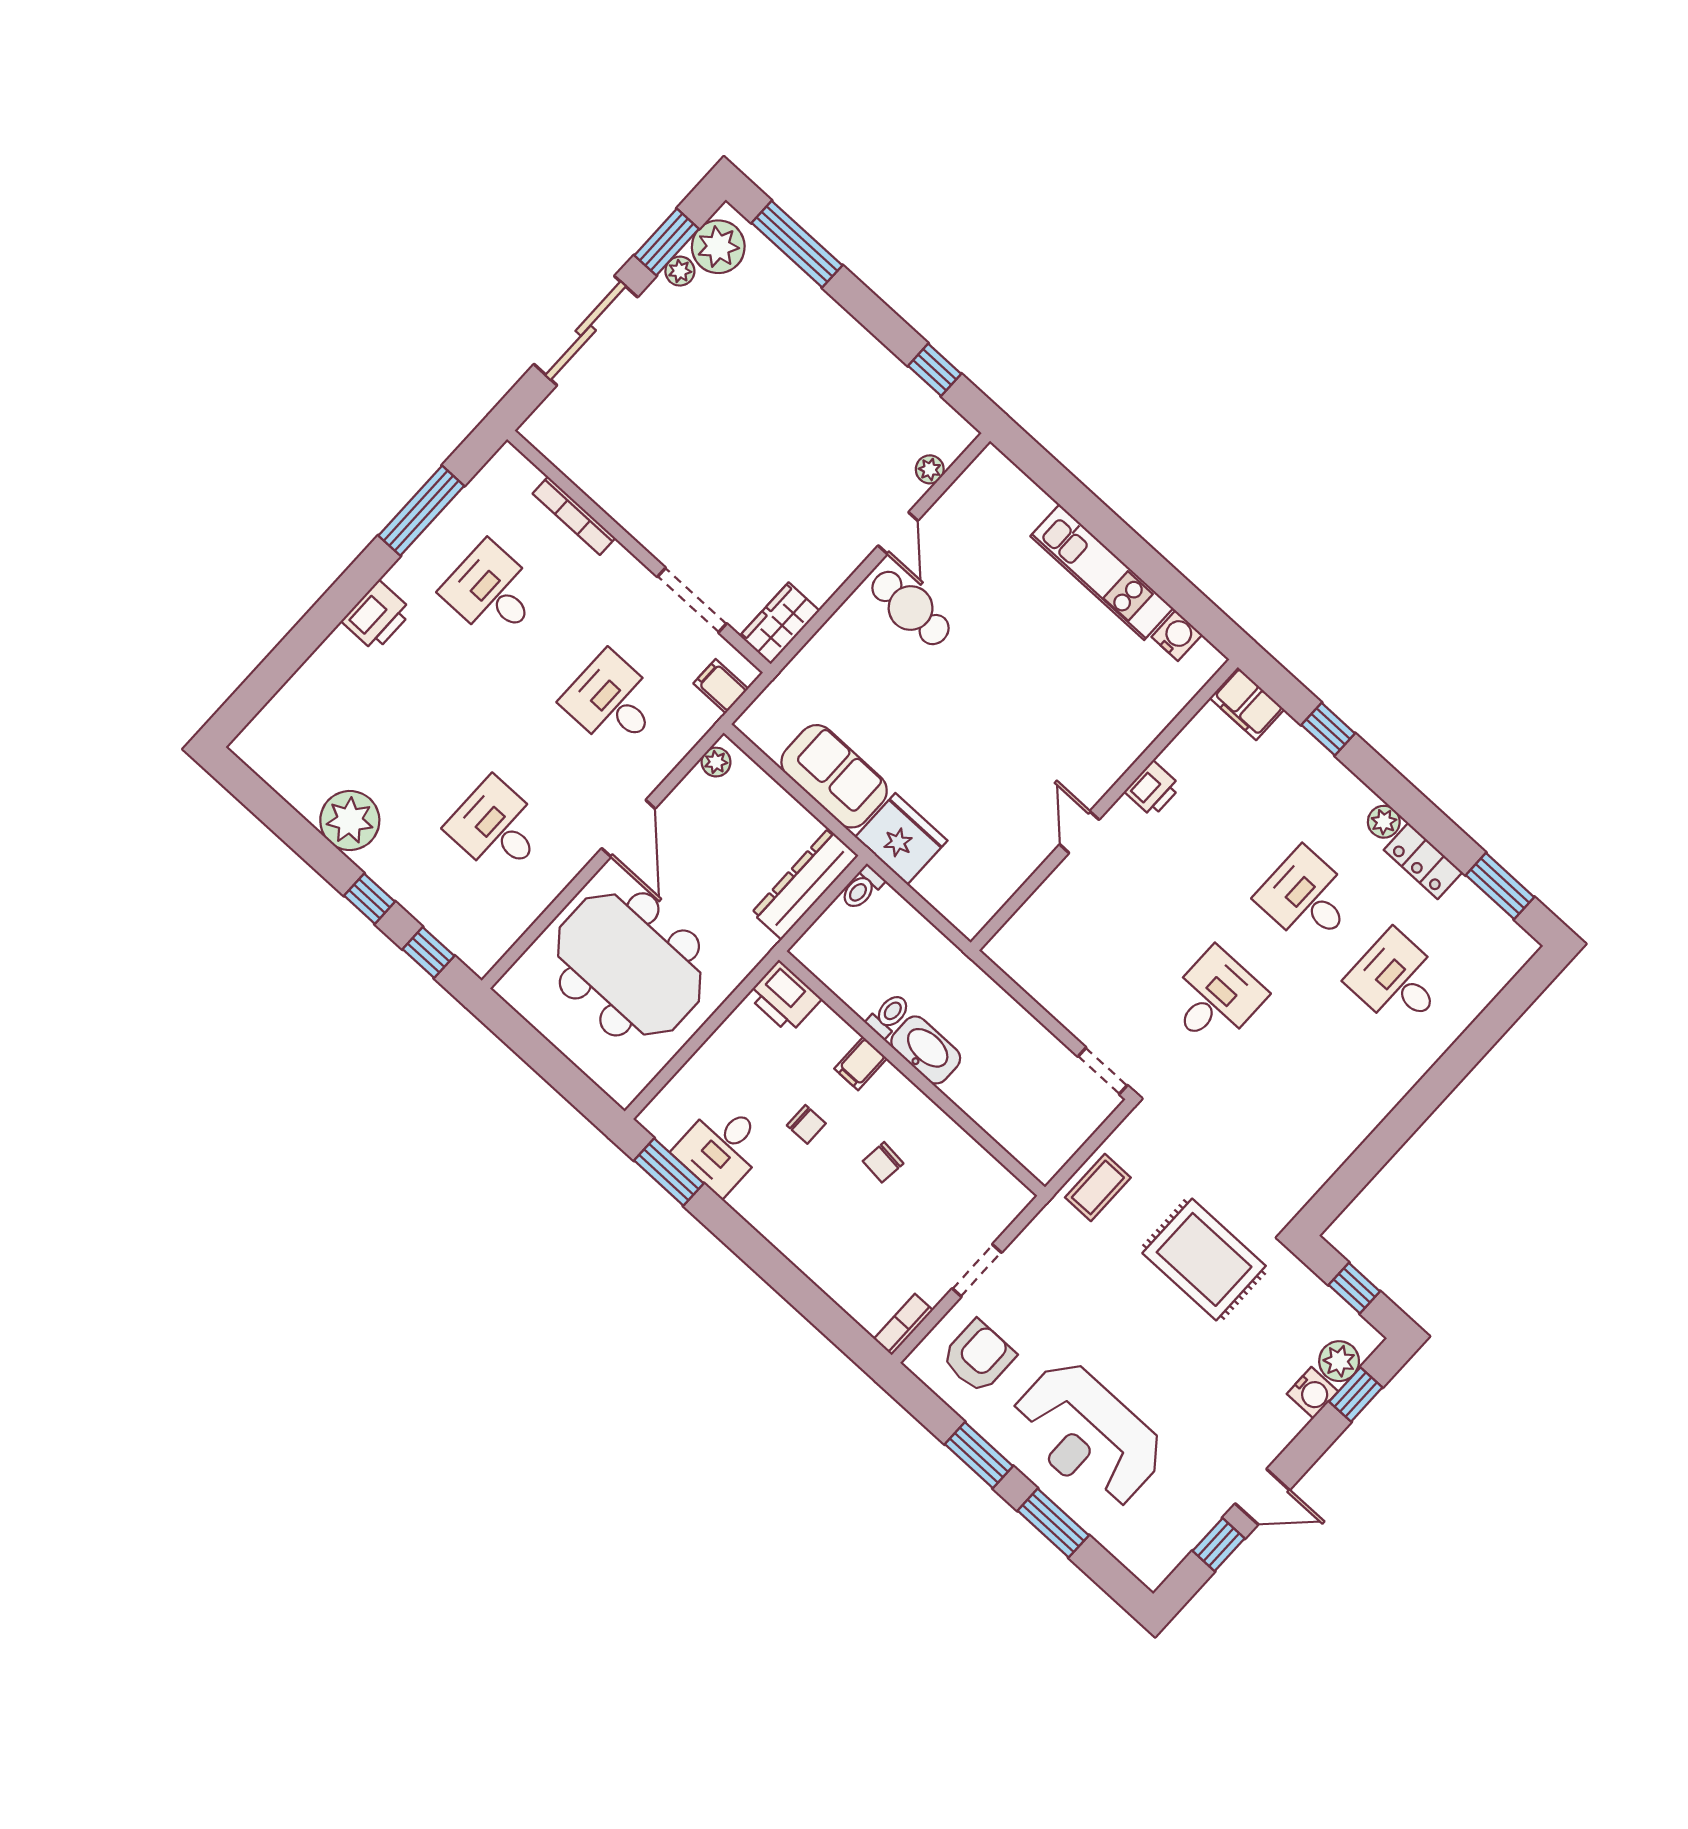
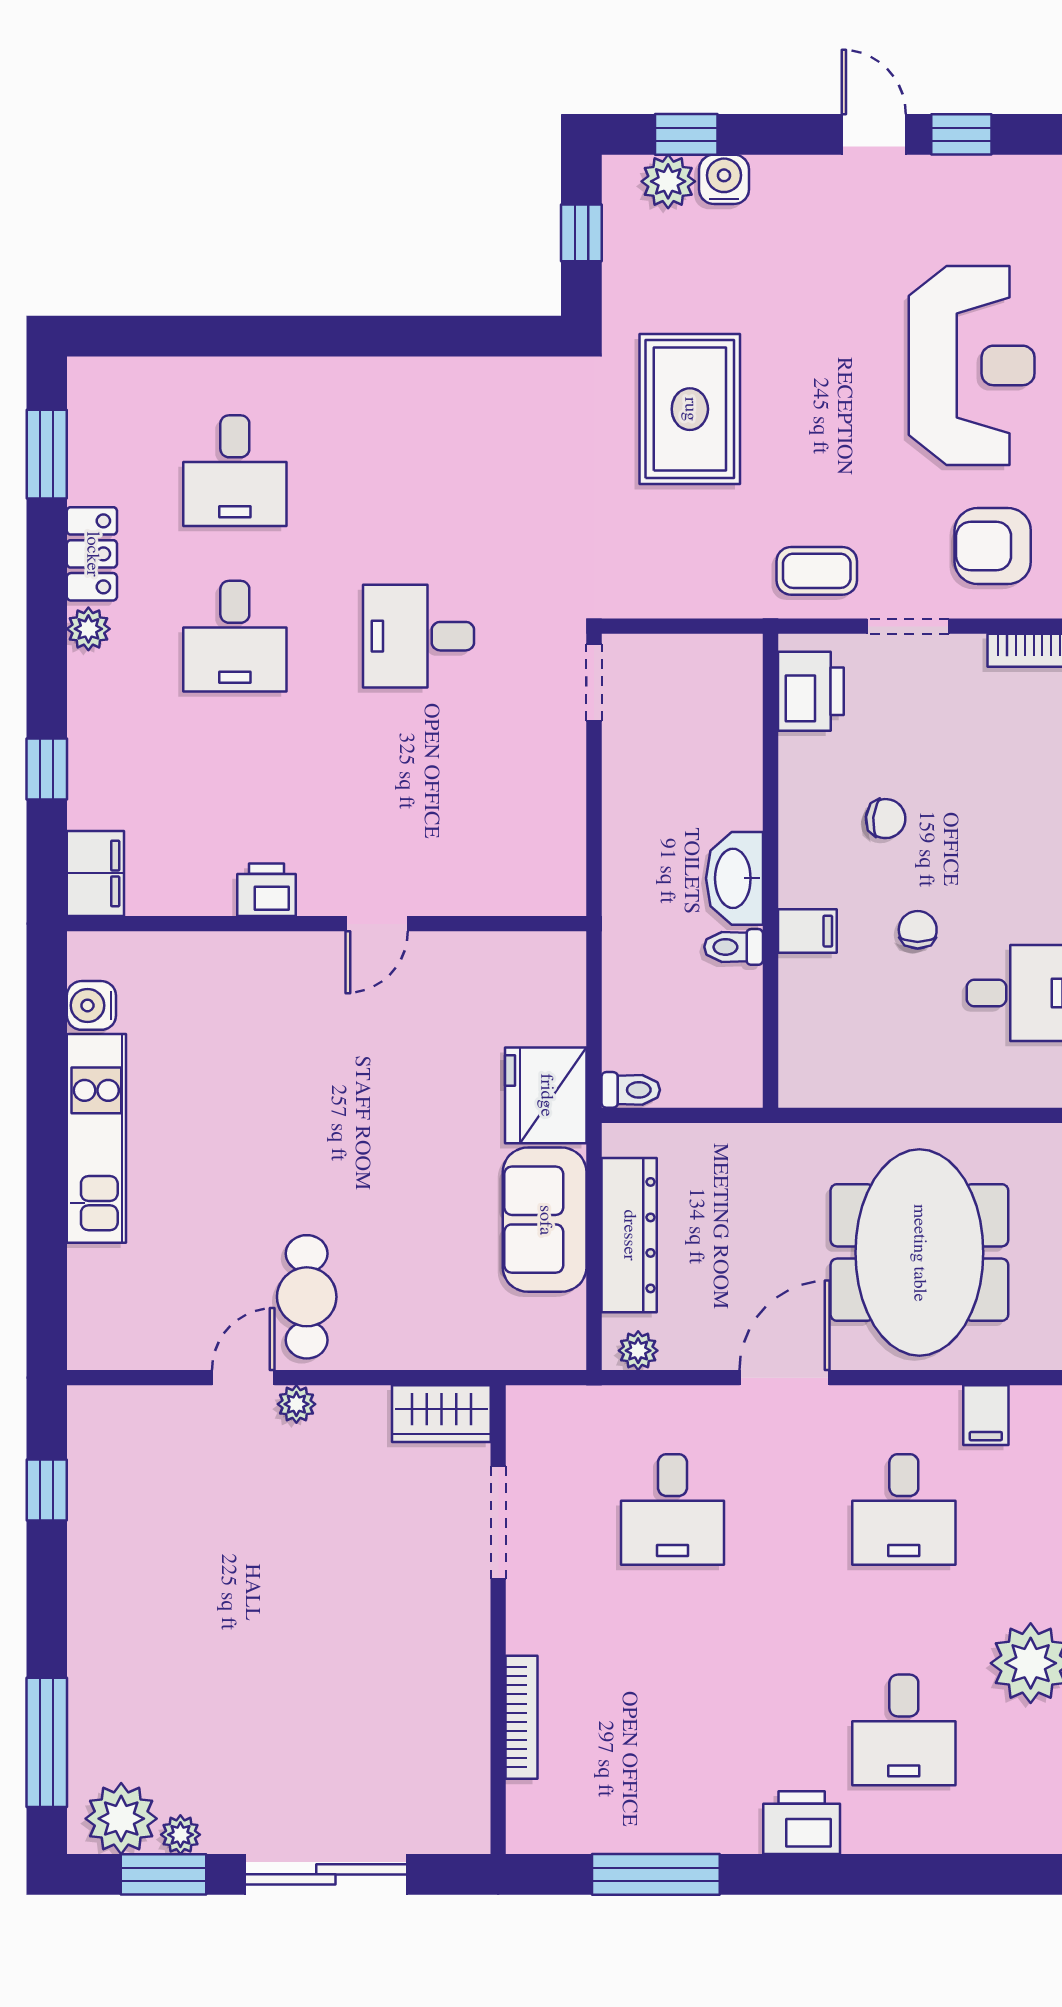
plant: (930, 469) -> (296, 1404), moved
desk: (492, 592) -> (904, 1730), moved
filing cabinet: (721, 686) -> (986, 1415), moved
dresser: (805, 884) -> (629, 1235), moved, turned -90
printer: (784, 997) -> (811, 691), moved
coffee table: (1098, 1187) -> (817, 571), moved

